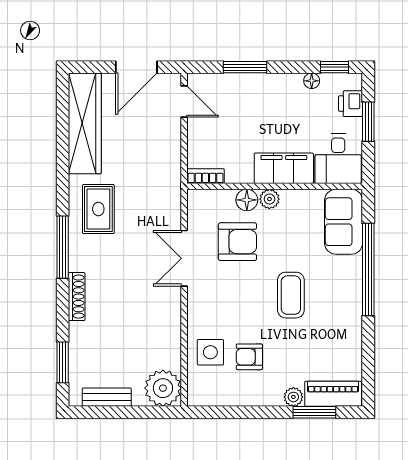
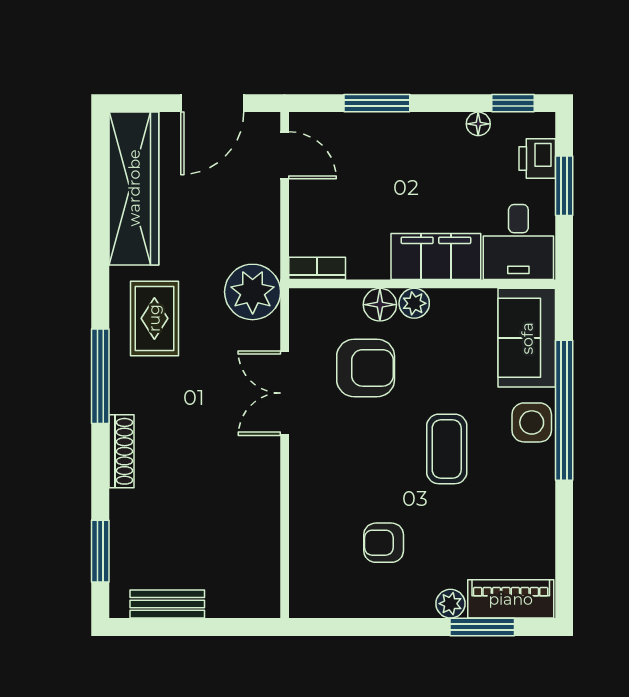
side table: (210, 352) -> (532, 422), moved
plant: (163, 388) -> (253, 292), moved

